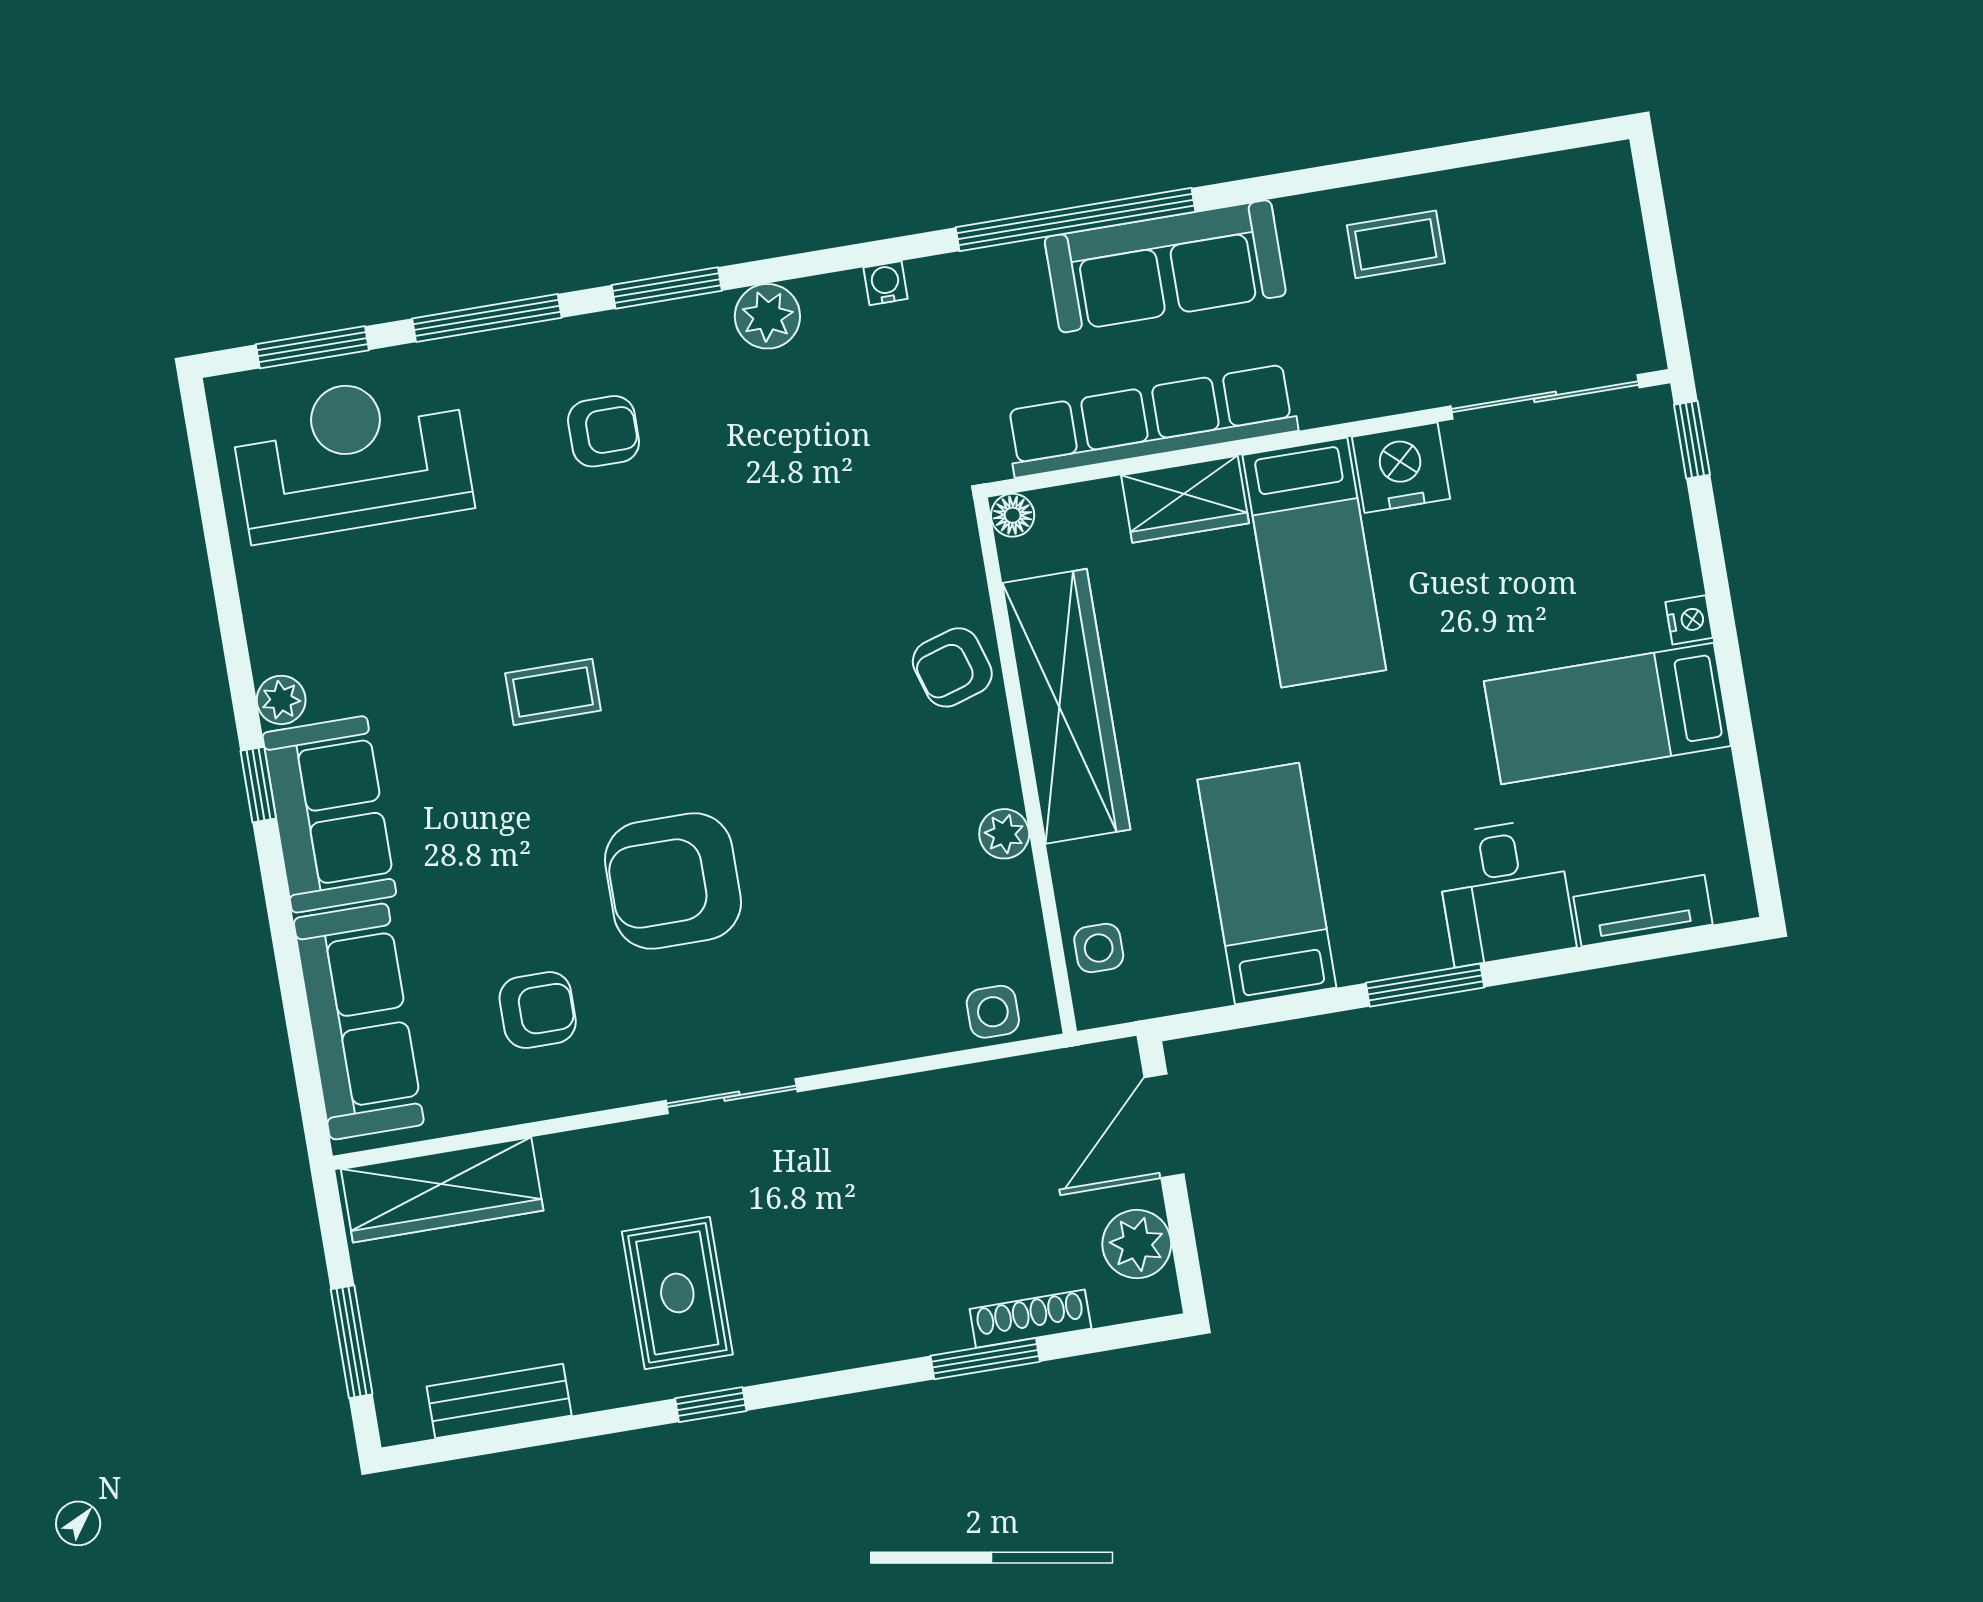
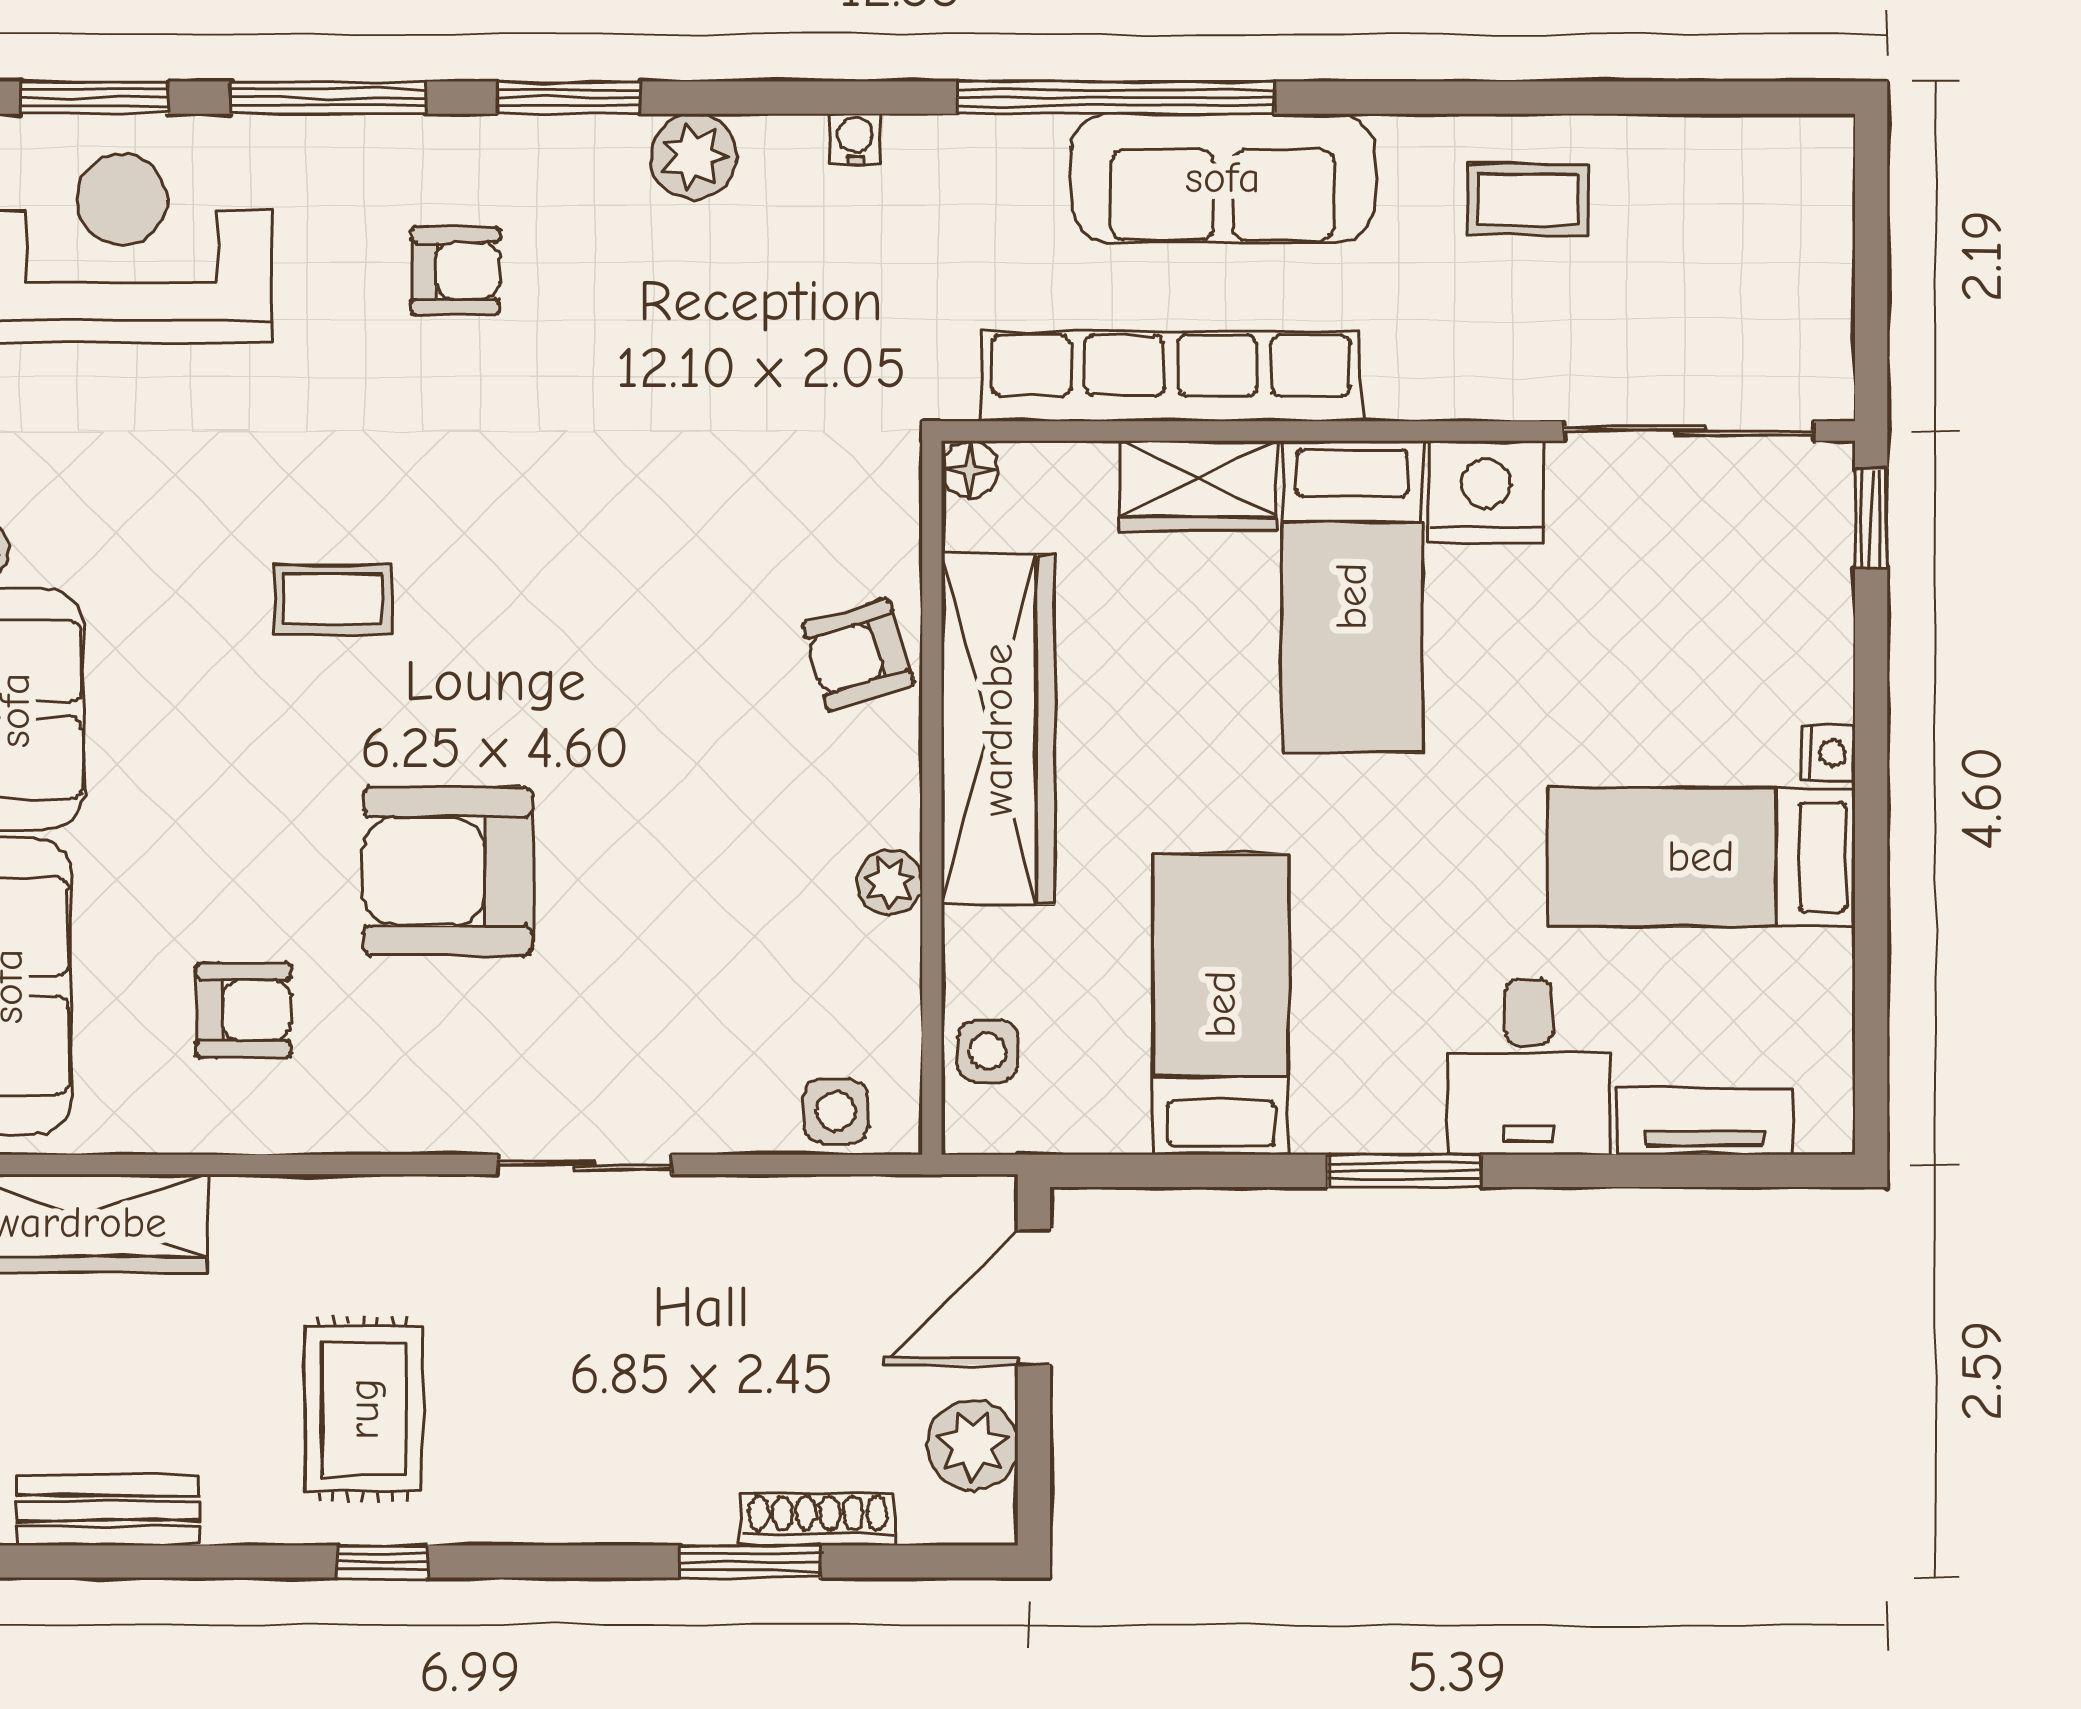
sliding door: (732, 1096) -> (584, 1164), moved

